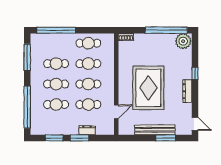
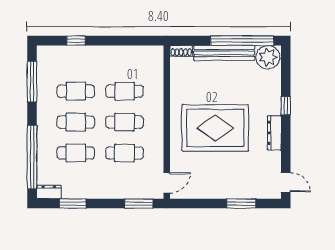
window: (56, 30) -> (76, 41), width x0.32
cafe table: (88, 43) -> (124, 60), removed
rug: (148, 88) -> (215, 128), turned 90
door: (116, 112) -> (167, 183), moved
dresser: (87, 130) -> (49, 192), moved
bench: (155, 130) -> (224, 53), moved
window: (79, 138) -> (139, 204), moved

